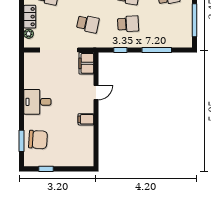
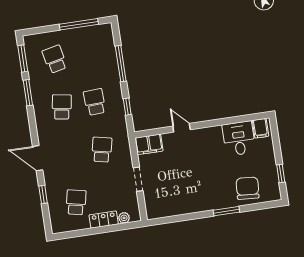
doorway: (59, 50) -> (138, 179), width x0.53
desk: (37, 102) -> (239, 138), moved, turned 180
filing cabinet: (86, 119) -> (261, 128), moved
window: (22, 141) -> (226, 211), moved

